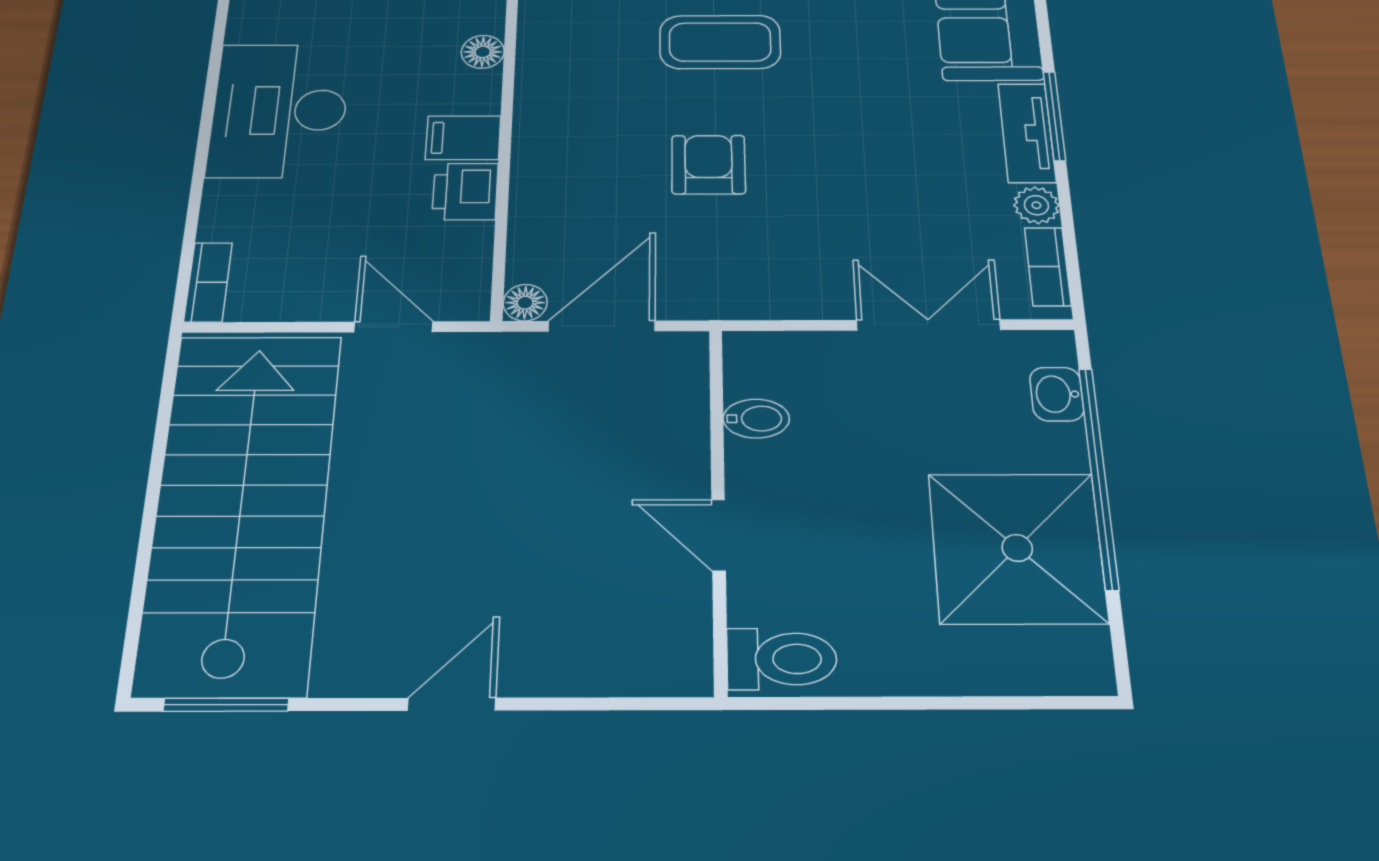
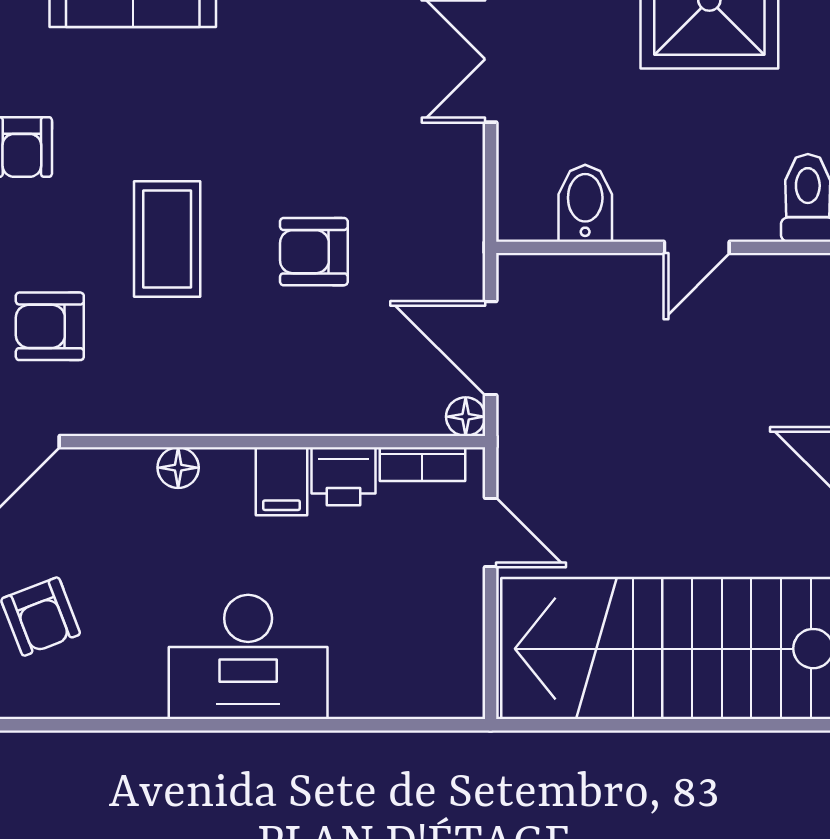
bookcase: (208, 282) -> (422, 464), moved, turned 180
door: (393, 327) -> (491, 532), swing flipped
bidet: (756, 419) -> (585, 203), width x1.38, depth x1.36

